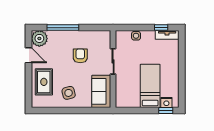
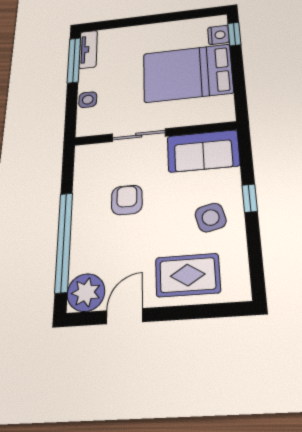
window: (63, 28) -> (64, 242), width x1.46
window: (161, 28) -> (74, 60), width x2.17
armchair: (80, 56) -> (127, 200), turned 90
bed: (150, 86) -> (187, 73), width x1.50
window: (76, 110) -> (250, 198), added

